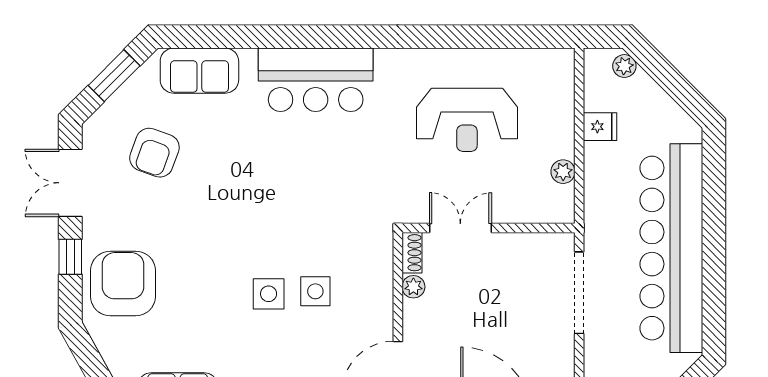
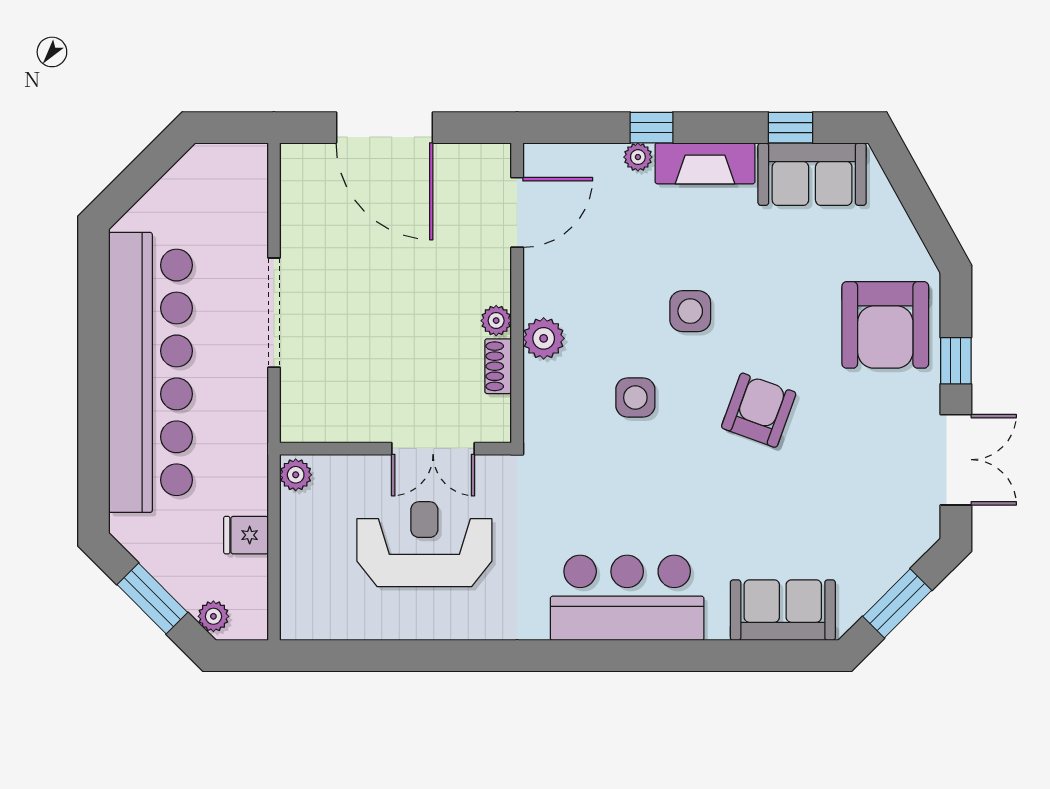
window: (670, 79) -> (152, 599), added
armchair: (154, 153) -> (759, 410), moved
double door: (460, 228) -> (433, 449), moved
wall: (488, 228) -> (396, 449), moved
plant: (378, 273) -> (544, 338), added
side table: (315, 291) -> (635, 398), moved

